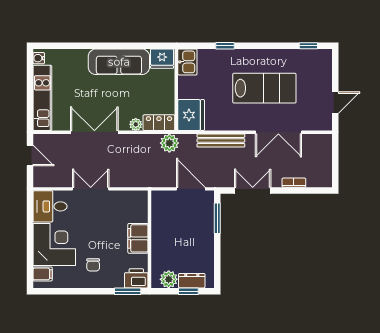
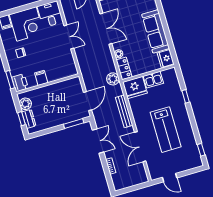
kitchen sink: (187, 62) -> (153, 80), moved
filing cabinet: (138, 238) -> (41, 78), width x0.50

